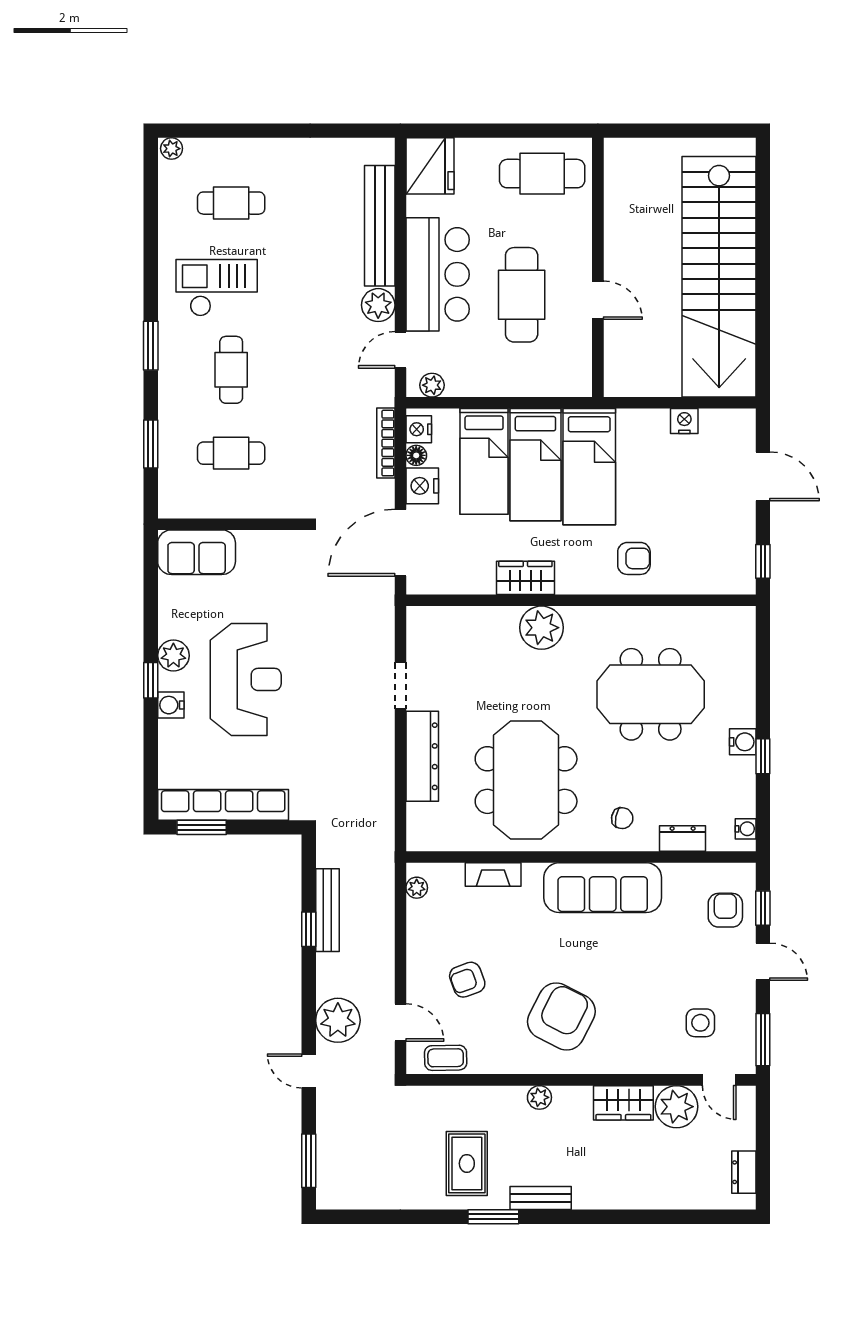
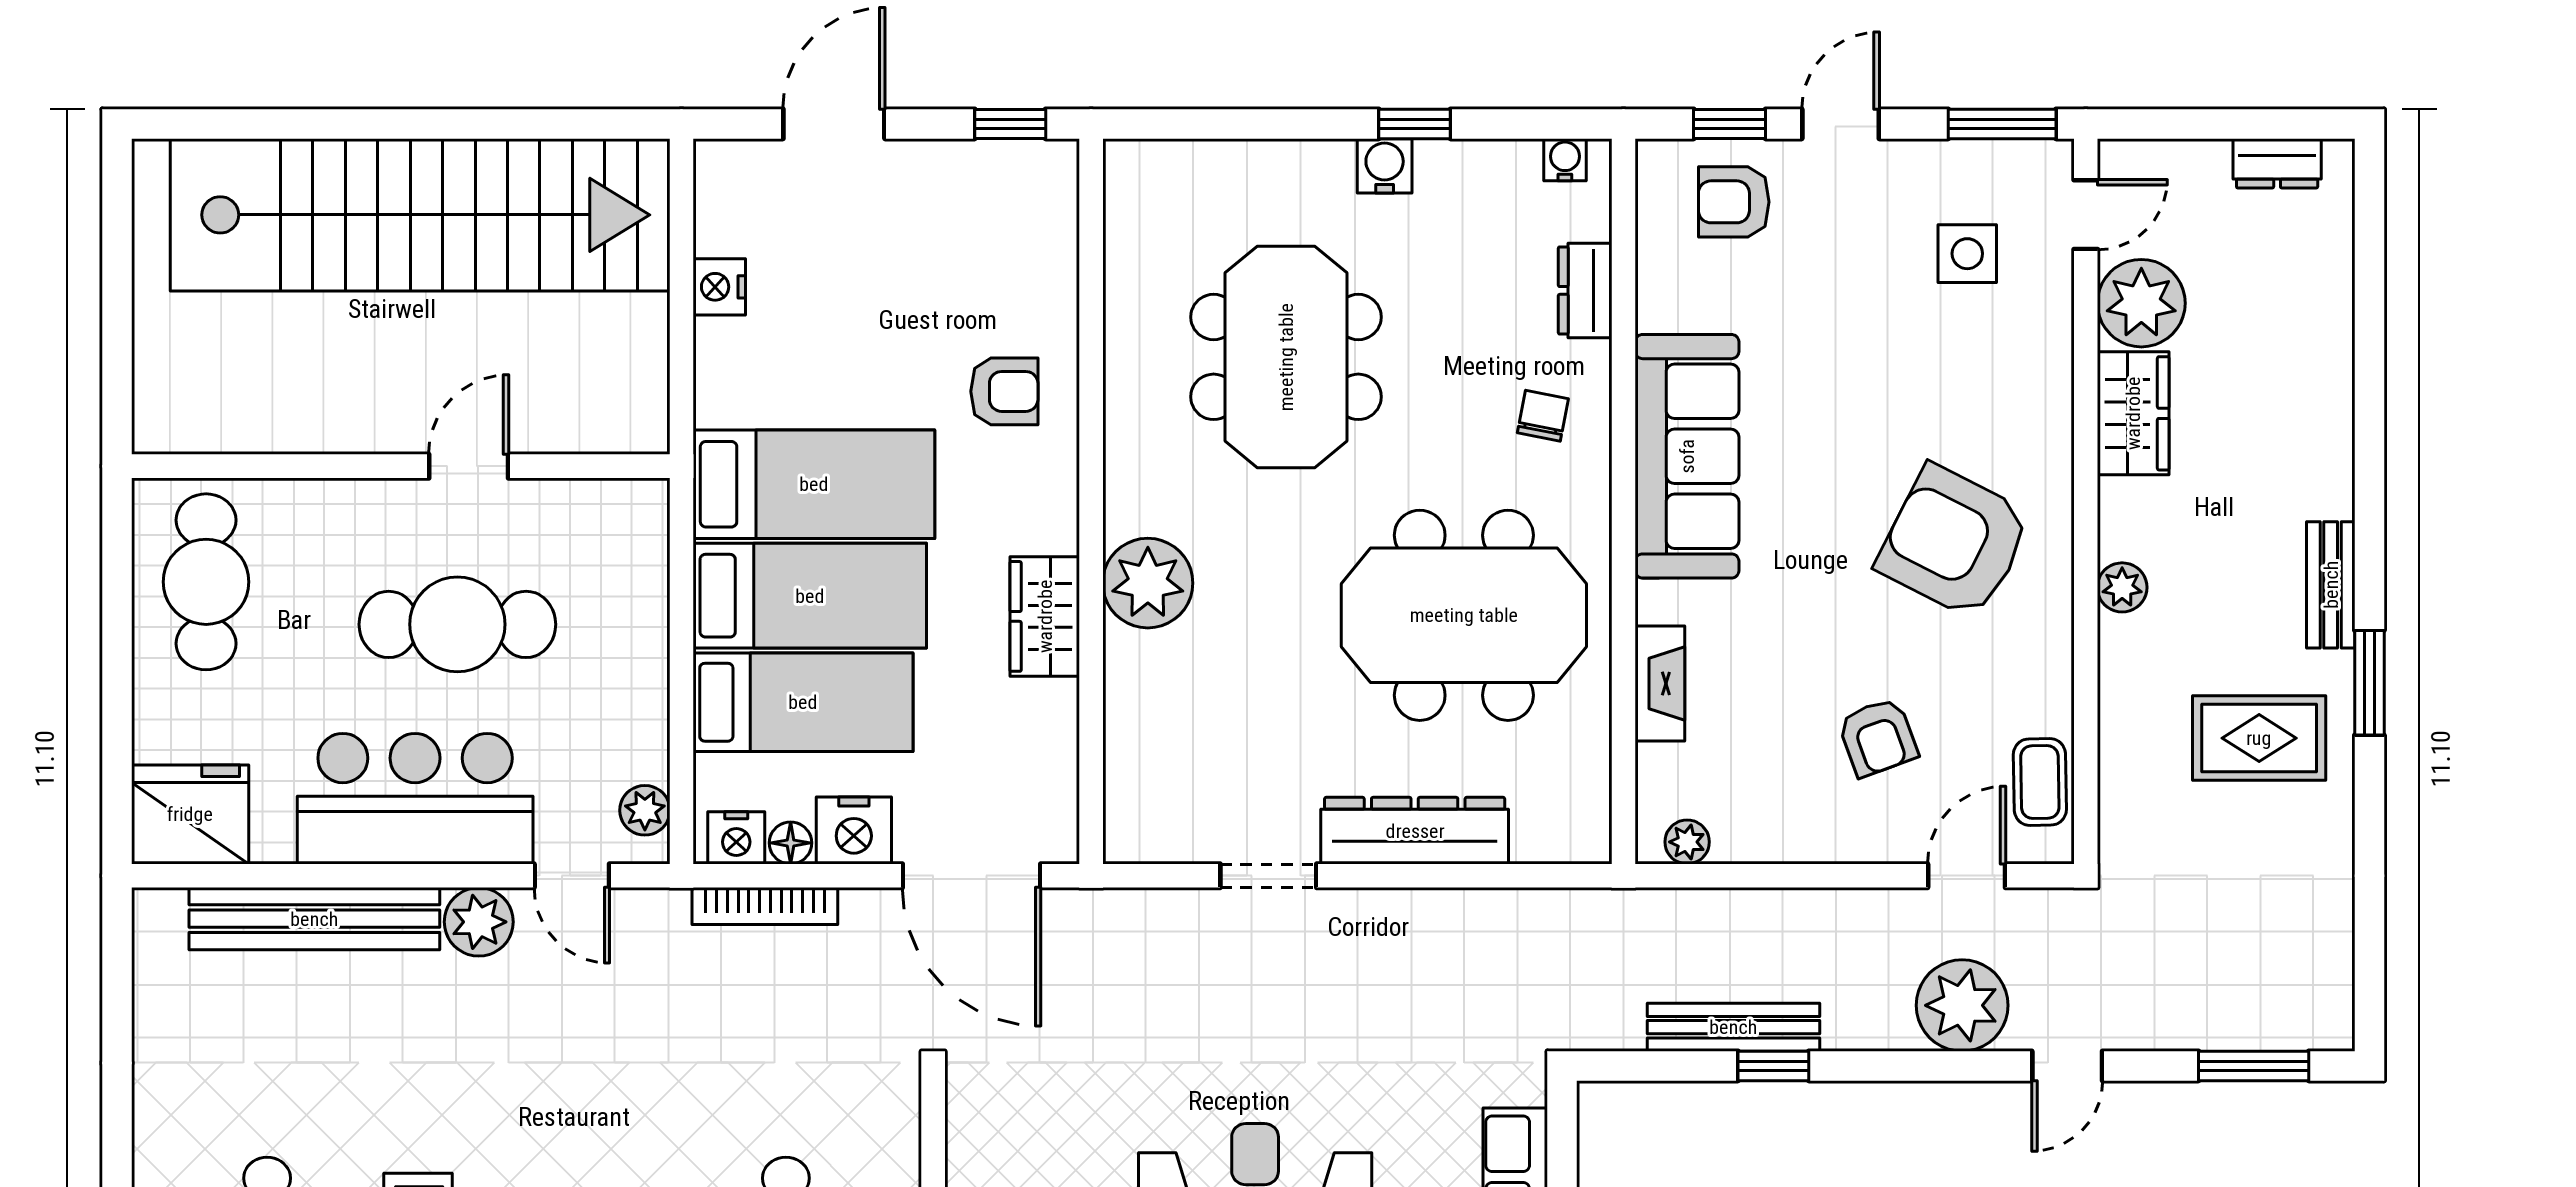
armchair: (634, 558) -> (1004, 391), turned 90

